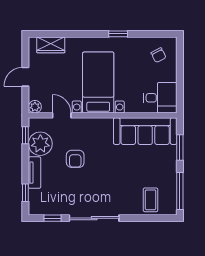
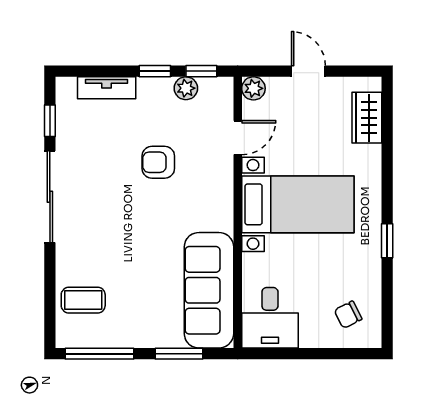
plant: (40, 144) -> (186, 88), width x0.53, depth x0.53
tv unit: (35, 173) -> (107, 88), moved
window: (25, 193) -> (155, 71), moved

